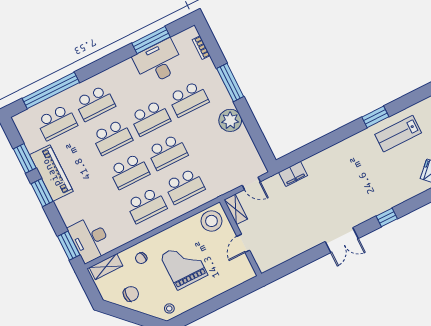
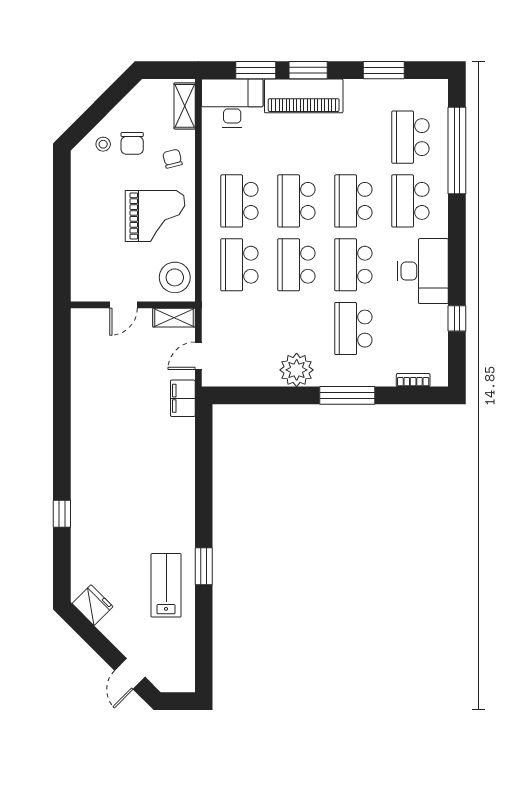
window: (151, 40) -> (457, 318), width x0.46
desk: (158, 62) -> (423, 271), moved
piano: (51, 173) -> (304, 96), moved
filing cabinet: (293, 174) -> (183, 398), moved
window: (42, 193) -> (308, 70), moved
double door: (342, 240) -> (62, 439), removed
door: (243, 243) -> (124, 305), swing flipped
window: (69, 246) -> (256, 70), moved
grand piano: (184, 265) -> (155, 216), moved
chair: (131, 294) -> (132, 143), moved
stool: (169, 308) -> (103, 144), moved

